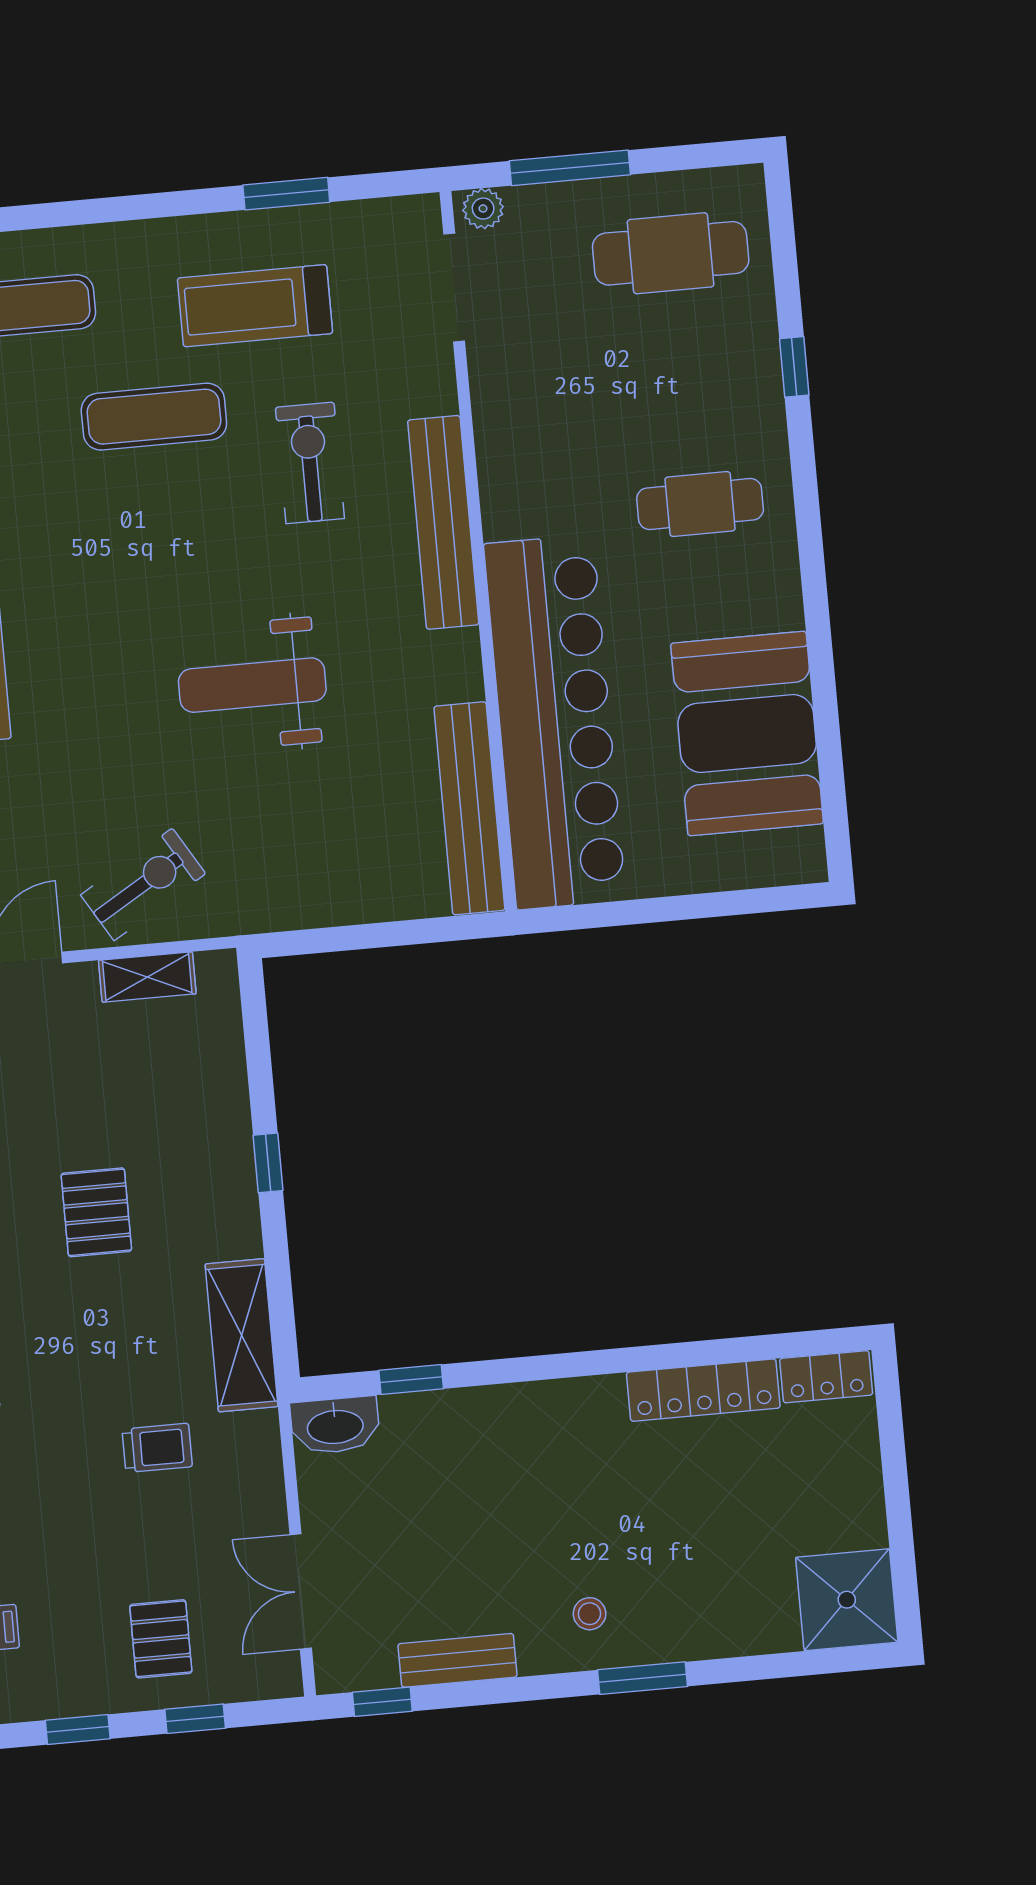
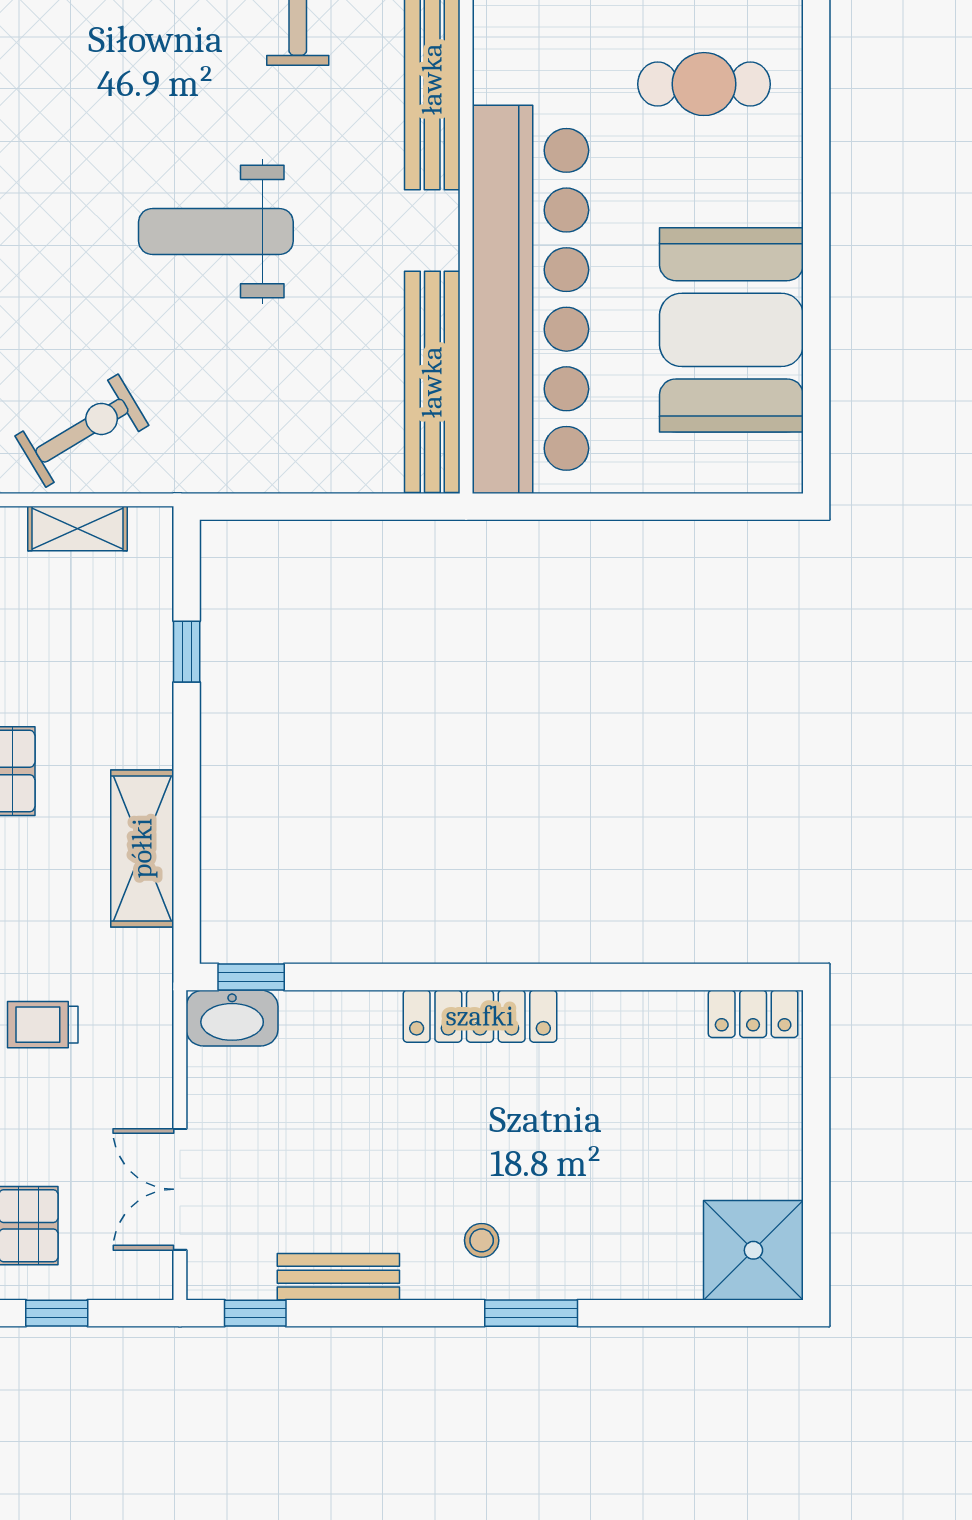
window: (268, 1163) -> (187, 652), moved
shelving: (242, 1335) -> (142, 848), moved
window: (411, 1379) -> (251, 977), moved
locker: (703, 1390) -> (480, 1016), moved
trolley: (157, 1448) -> (43, 1025), turned 180

